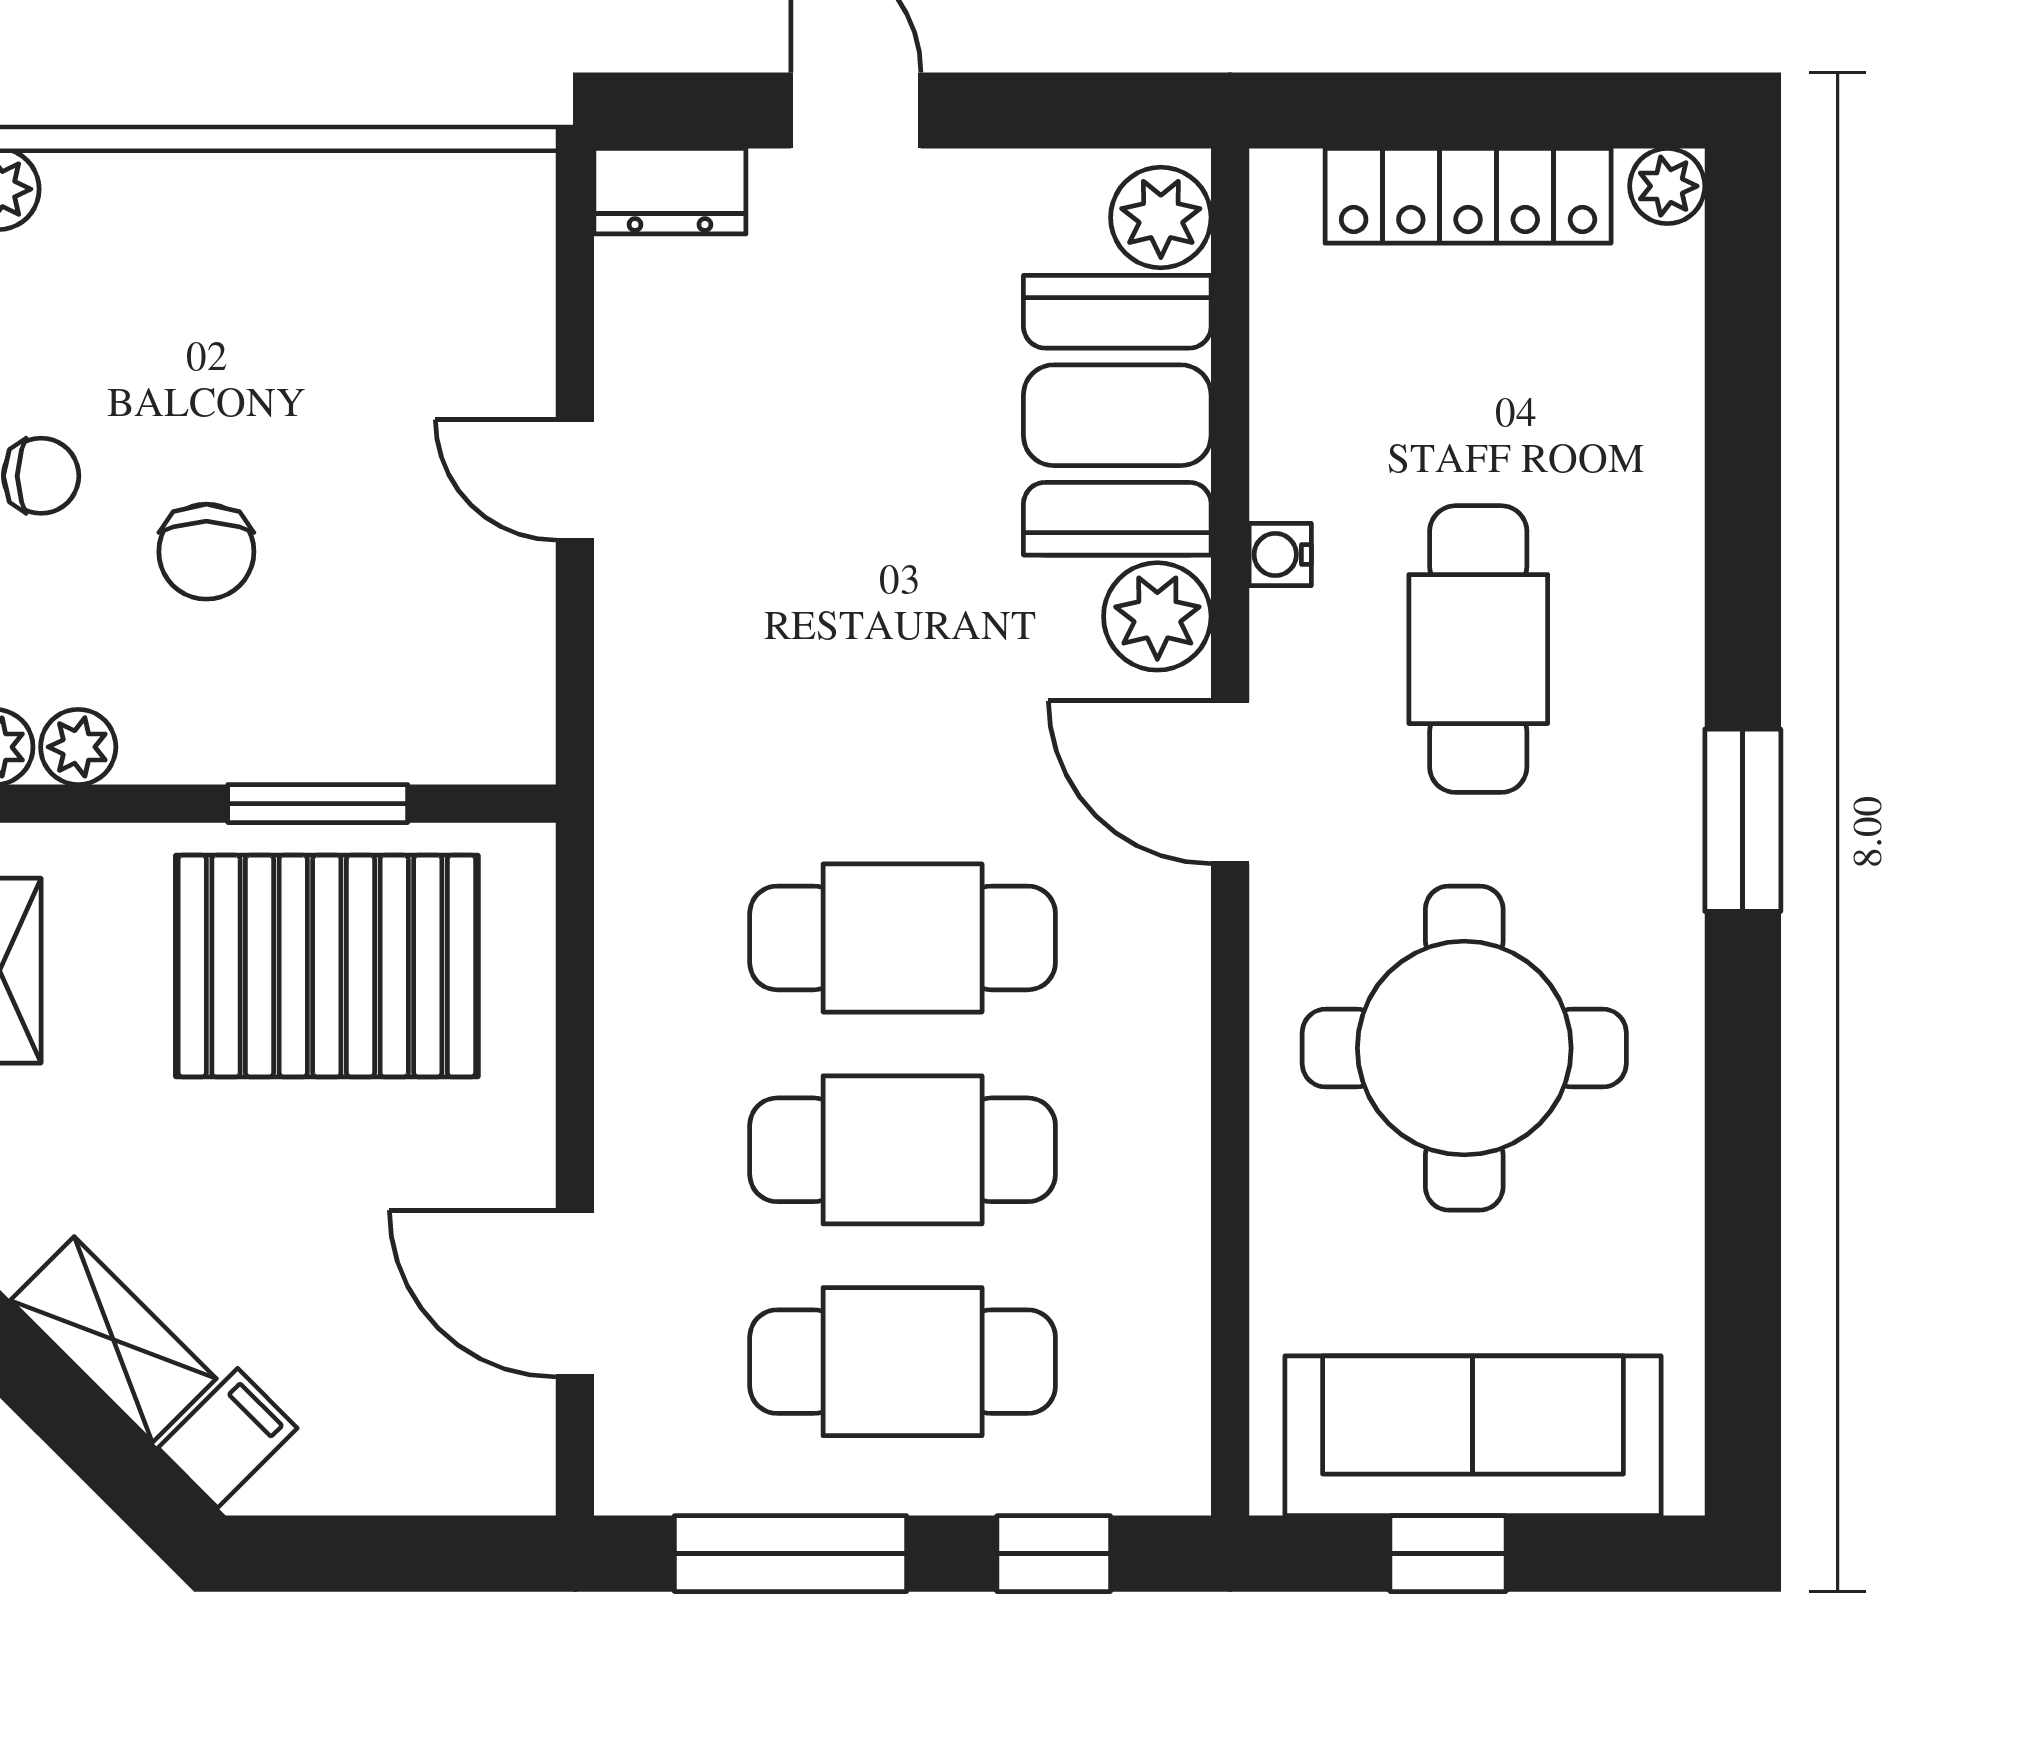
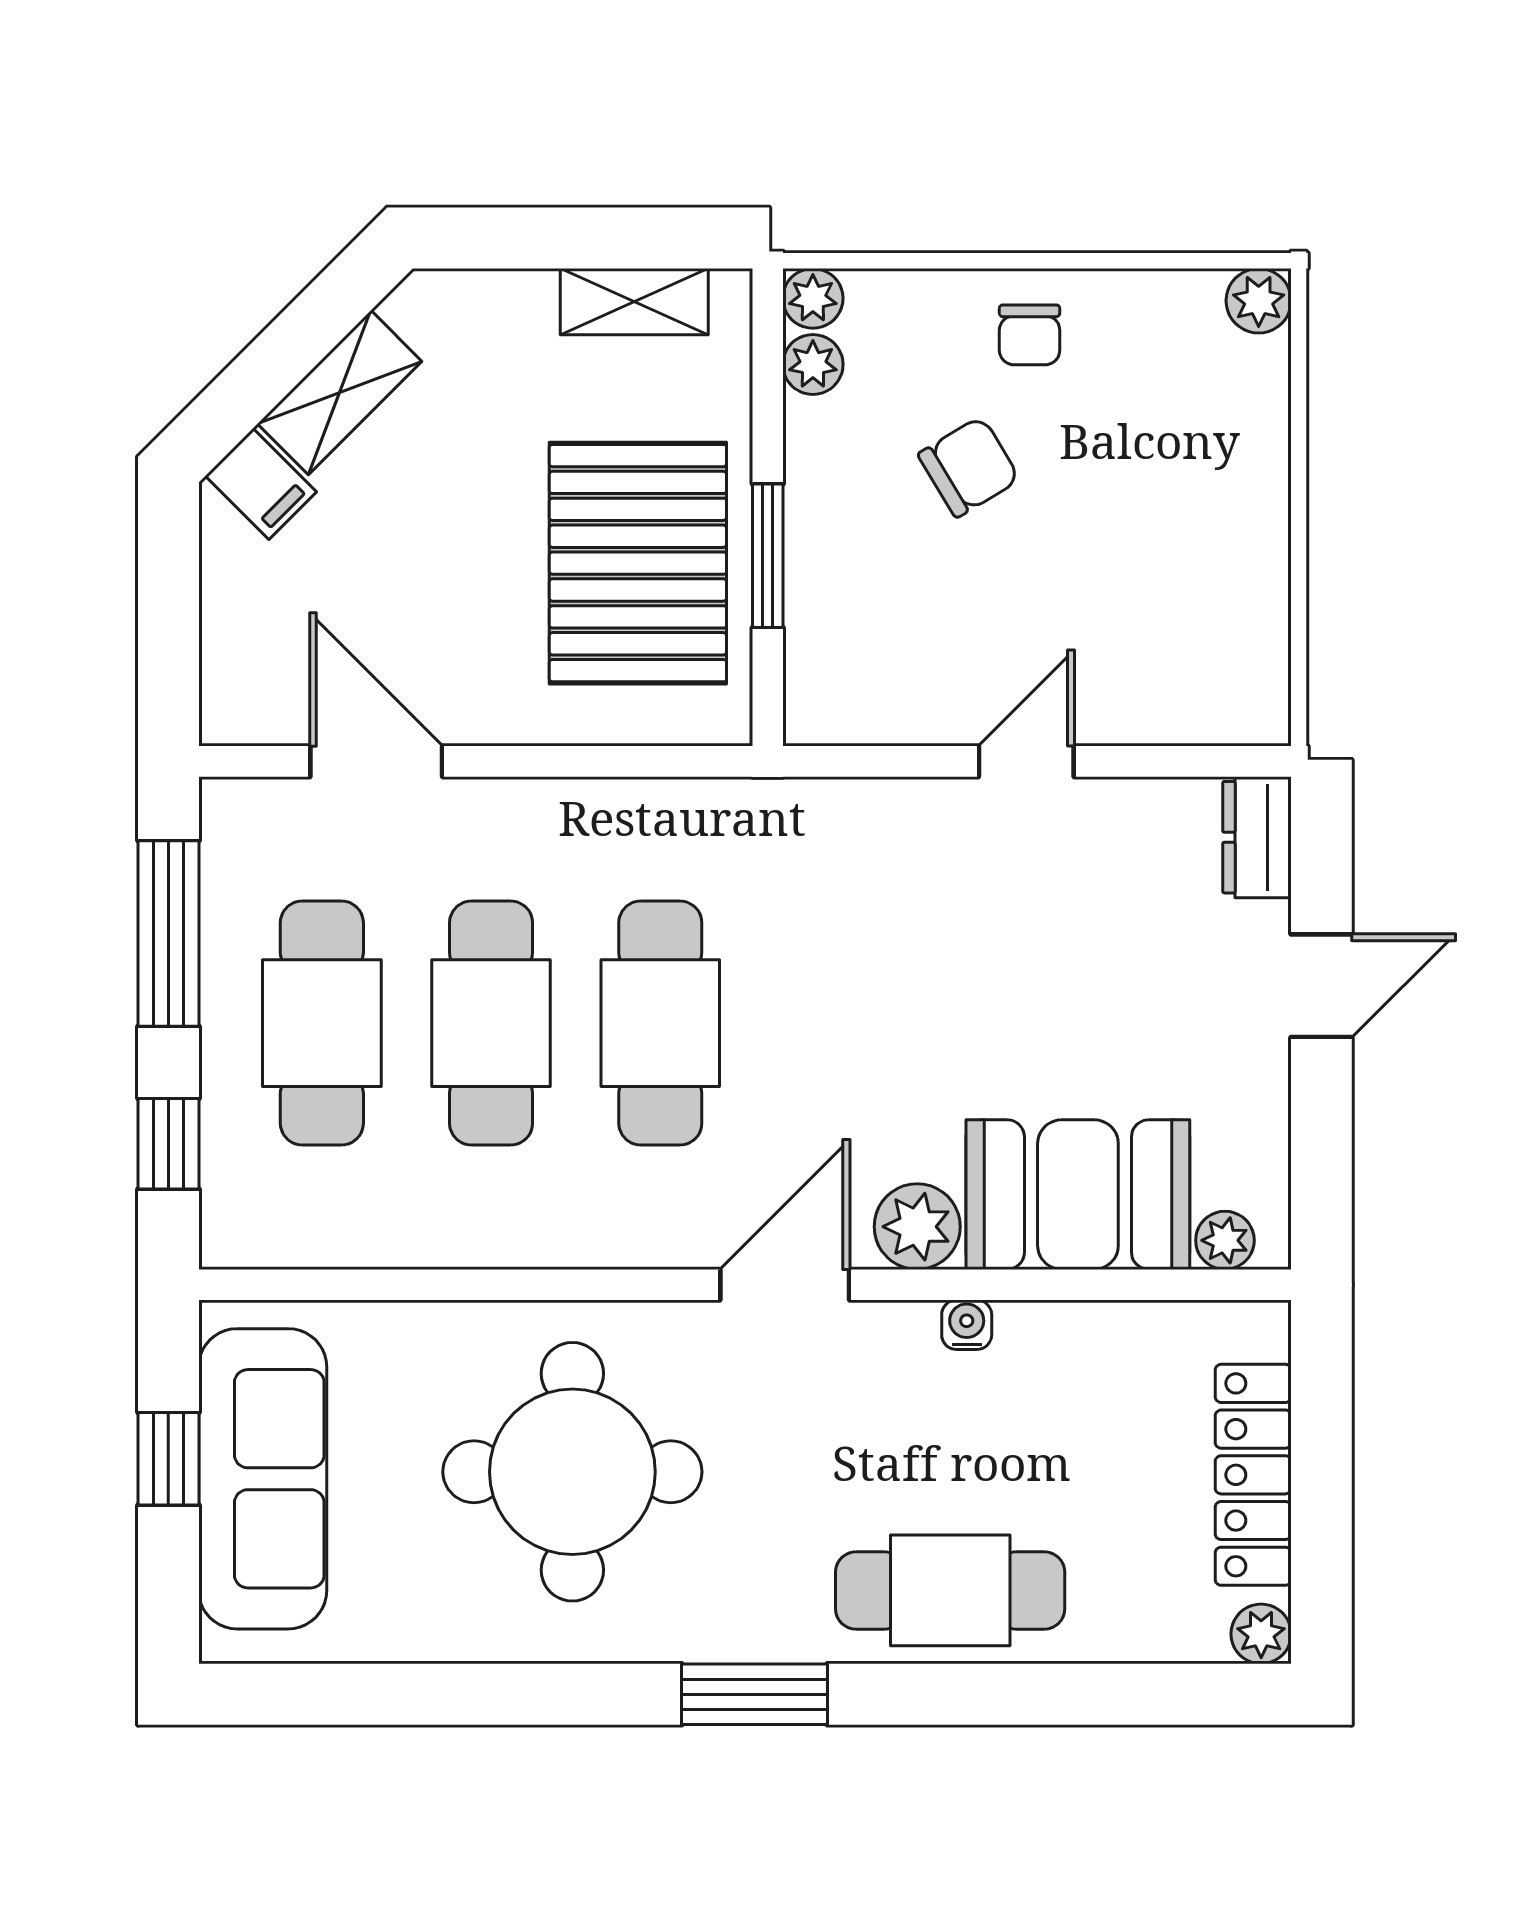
plant: (1161, 217) -> (1225, 1240), width x0.73, depth x0.73
chair: (206, 552) -> (969, 467), turned 149
cafe table: (1478, 649) -> (950, 1590), moved
door: (575, 1294) -> (376, 761), hinge flipped

